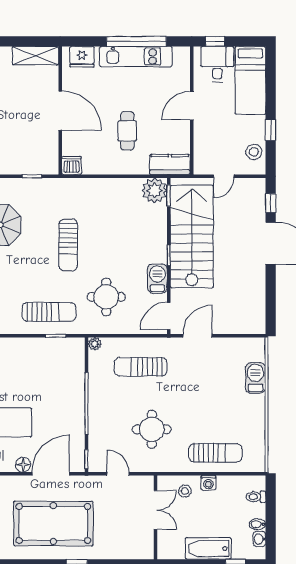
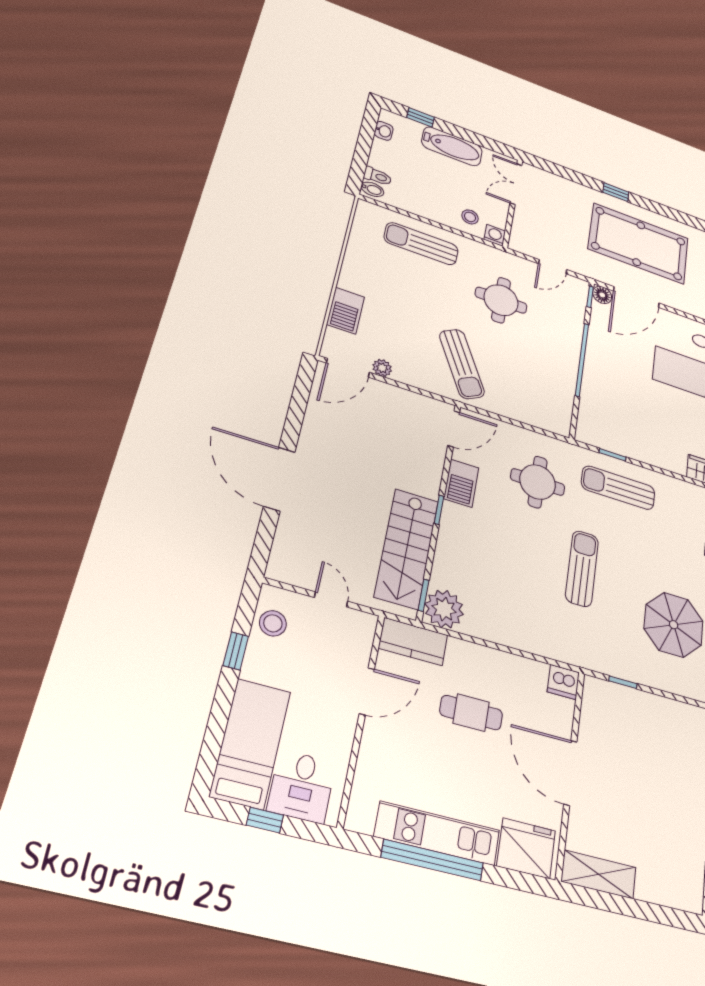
window: (215, 41) -> (265, 820), moved
fridge: (82, 57) -> (526, 848), width x1.36, depth x1.34
door: (192, 106) -> (367, 691), moved
cafe table: (127, 131) -> (471, 713), turned 90
door: (224, 176) -> (331, 599), hinge flipped
window: (271, 203) -> (265, 537), removed
stairs: (192, 236) -> (407, 548), width x0.73, depth x0.66
door: (197, 336) -> (348, 368), moved
plant: (95, 344) -> (382, 368), moved
sun lounger: (141, 367) -> (462, 364), moved, turned 62
floor lamp: (23, 465) -> (602, 295), moved
door: (118, 474) -> (553, 267), hinge flipped
washing machine: (208, 483) -> (495, 235), moved
double door: (156, 510) -> (516, 184), moved
bidet: (257, 524) -> (372, 189), moved

